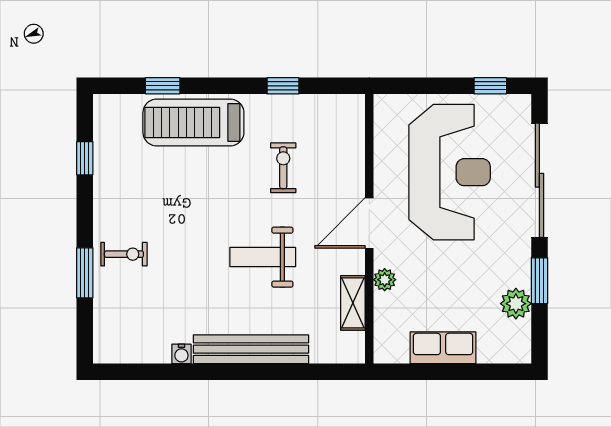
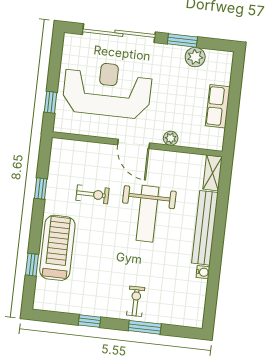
window: (490, 86) -> (51, 102), moved
treadmill: (193, 123) -> (57, 248), turned 180
window: (85, 158) -> (90, 321), moved
exercise bike: (283, 168) -> (92, 194), turned 180
weight bench: (263, 257) -> (148, 214), width x1.36, depth x1.33
shelving: (353, 303) -> (212, 173), moved, turned 90

